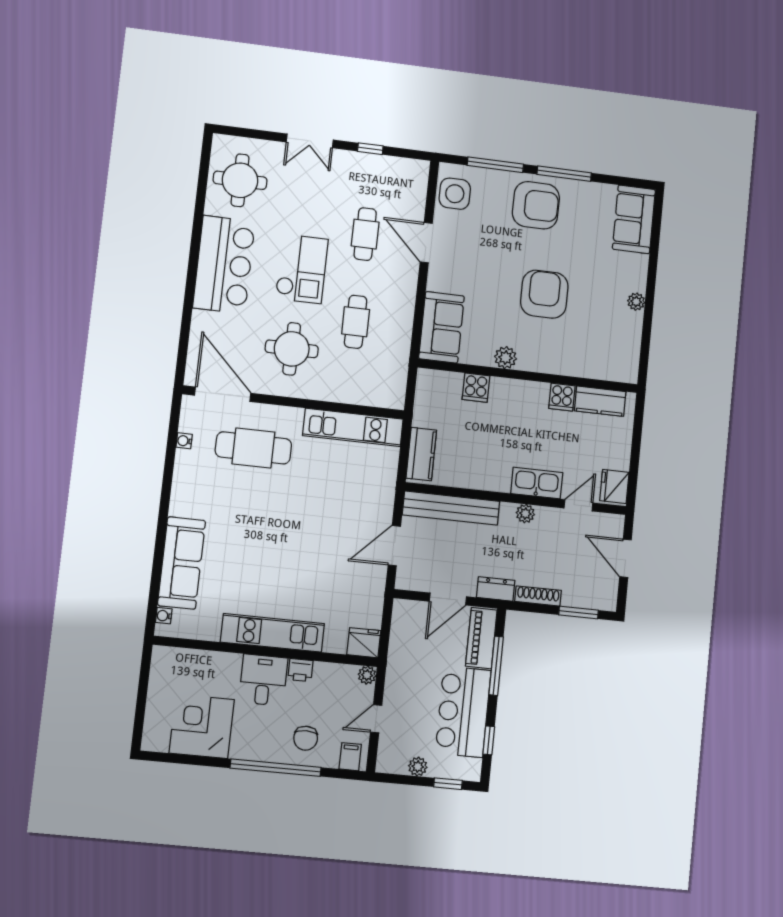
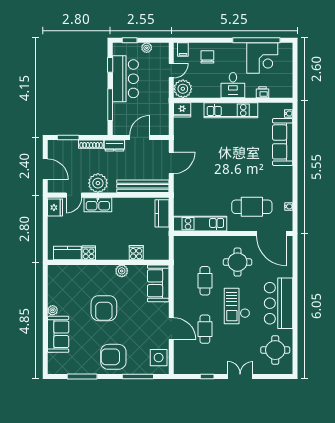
window: (564, 174) -> (82, 376), moved
sofa: (634, 219) -> (58, 334), moved
plant: (525, 514) -> (98, 183), width x1.87, depth x1.87
piano: (481, 638) -> (120, 119), removed
printer: (300, 670) -> (262, 92), moved
plant: (367, 675) -> (183, 89), width x1.87, depth x1.87
window: (276, 768) -> (256, 40), moved

